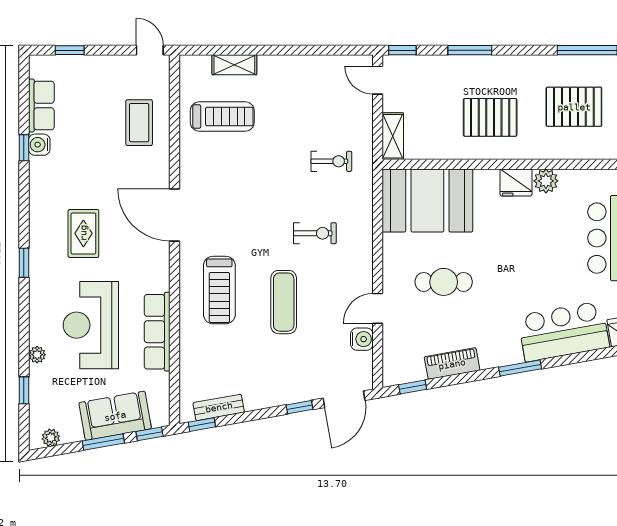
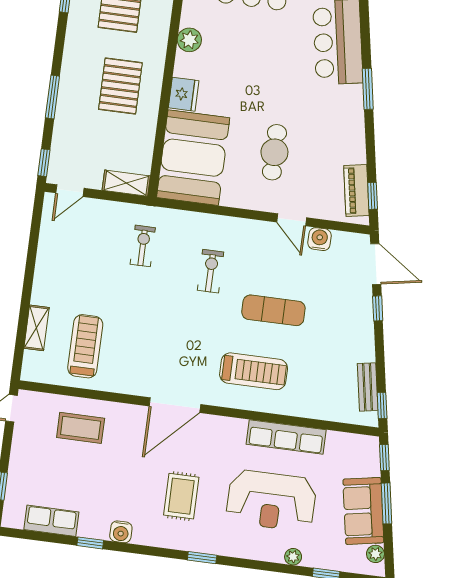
water cooler: (39, 145) -> (121, 532), moved
fridge: (516, 182) -> (184, 94), moved
rug: (83, 233) -> (181, 496), turned 90
piano: (452, 364) -> (356, 191), moved
sofa: (115, 416) -> (363, 511), moved

